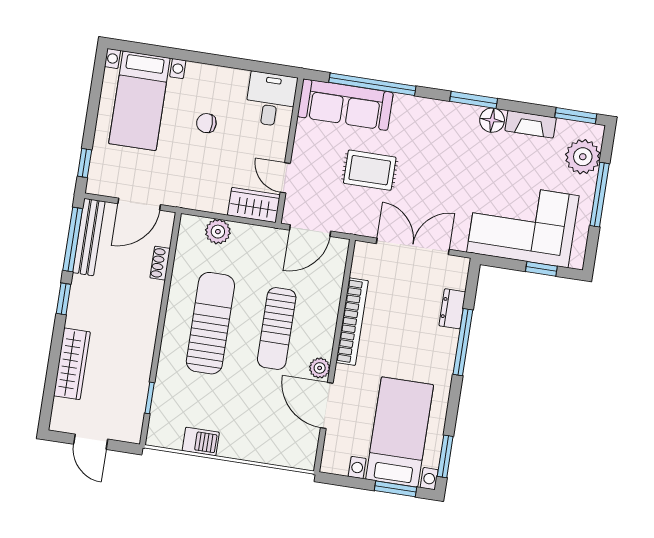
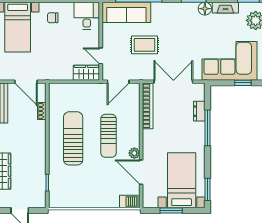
chair: (206, 123) -> (53, 18), moved
door: (139, 204) -> (26, 82), hinge flipped
plant: (218, 232) -> (70, 90), removed
bookcase: (352, 322) -> (148, 106), moved
barbecue: (201, 442) -> (129, 202), moved
window: (396, 489) -> (171, 211), moved

